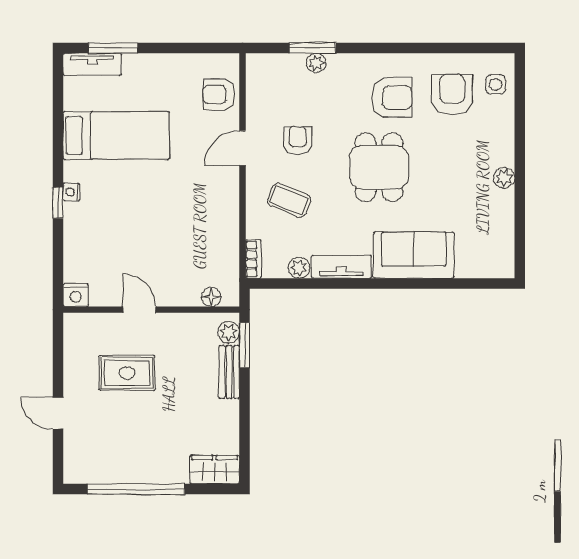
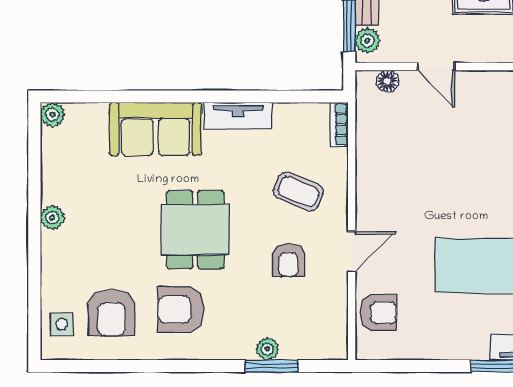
plant: (299, 268) -> (52, 115), moved
door: (139, 310) -> (436, 67), moved

